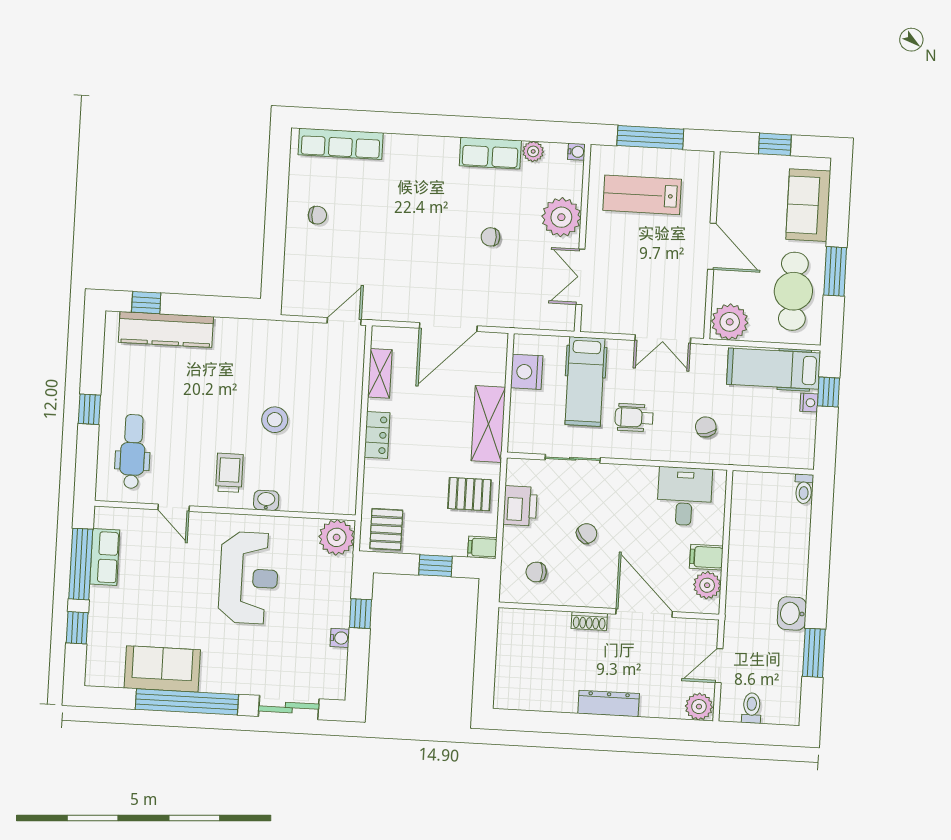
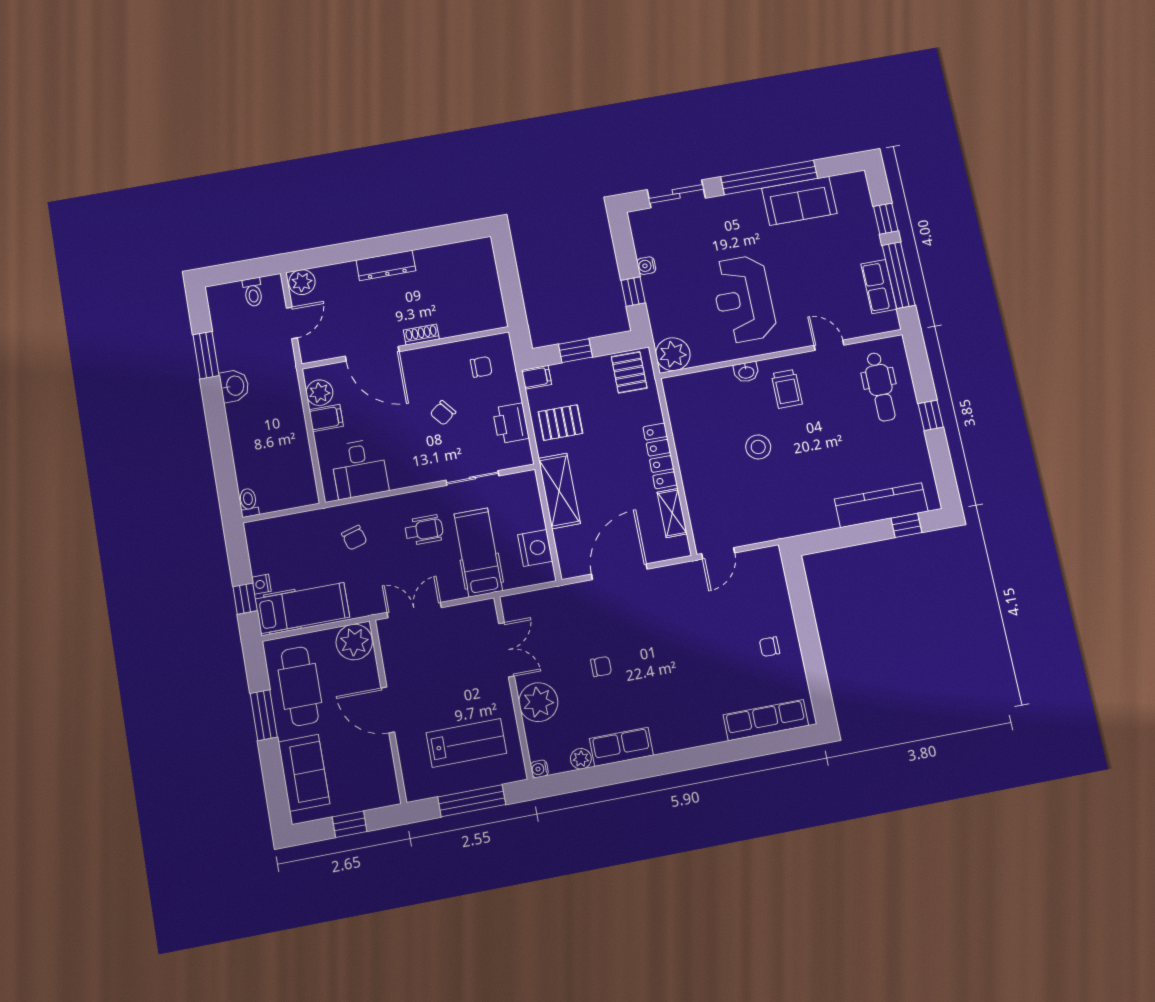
locker: (377, 435) -> (660, 456), width x1.53

